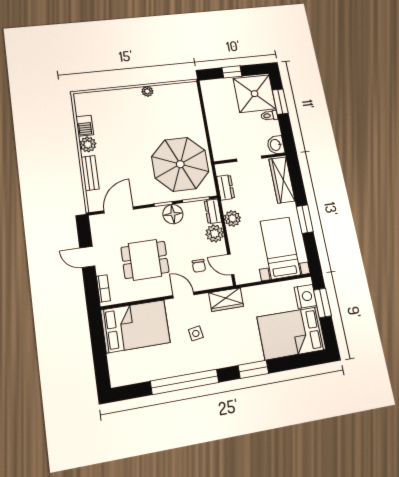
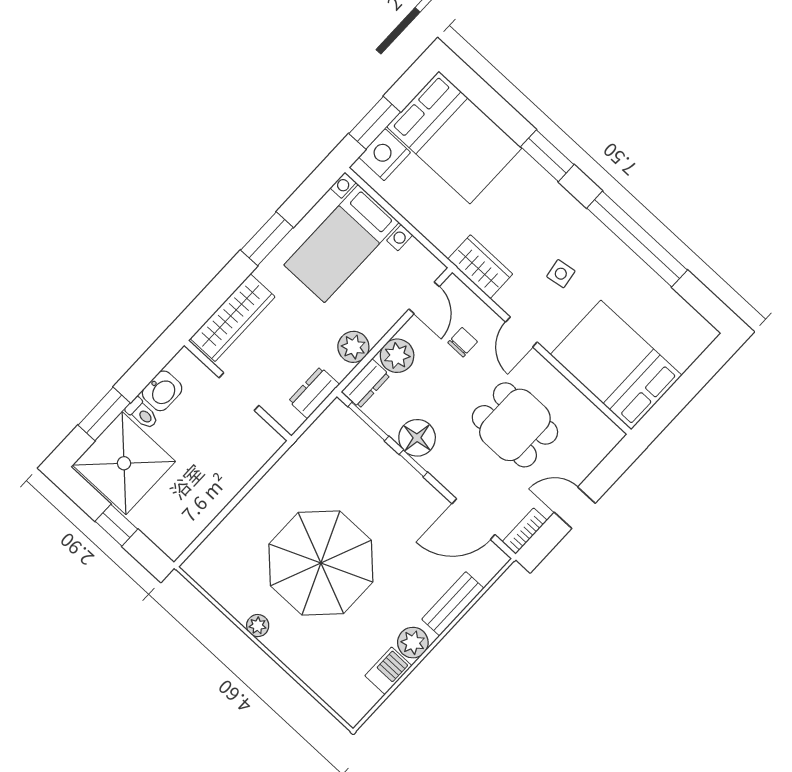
washbasin: (276, 145) -> (162, 391), moved
parasol: (180, 164) -> (321, 563), moved
door: (87, 257) -> (575, 508), swing flipped
bookcase: (103, 288) -> (525, 531), moved

